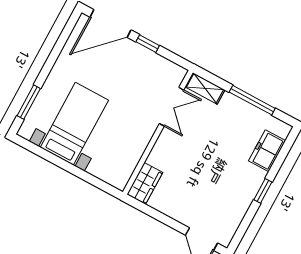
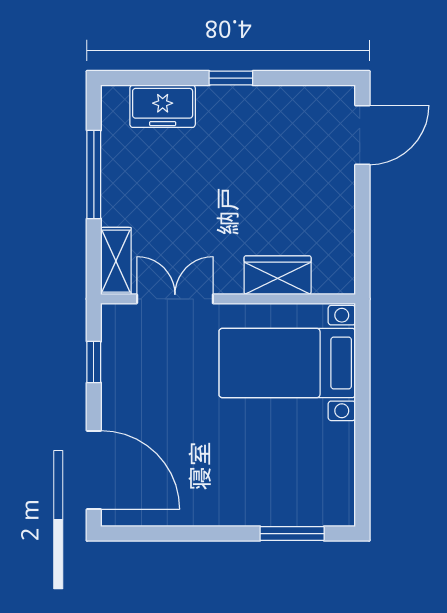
window: (148, 44) -> (94, 362), moved
bed with nightstands: (74, 124) -> (287, 363), moved
wardrobe: (145, 183) -> (278, 275), moved

